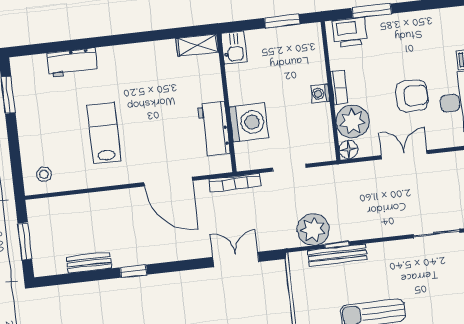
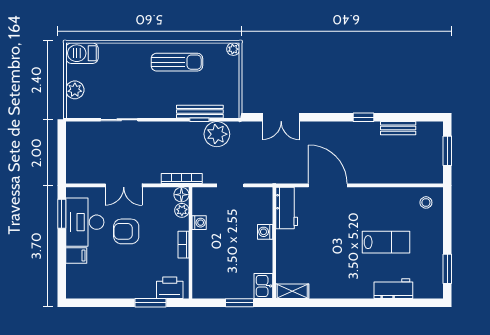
window: (282, 21) -> (240, 303), moved
washing machine: (320, 94) -> (199, 223), moved
plant: (353, 121) -> (182, 210), width x0.53, depth x0.53
washing machine: (249, 122) -> (265, 232), width x0.53, depth x0.53
workbench: (214, 129) -> (287, 208), moved
lab bench: (104, 133) -> (386, 242), moved, turned -90
double door: (404, 155) -> (124, 185), moved
bookcase: (235, 183) -> (182, 179), moved

